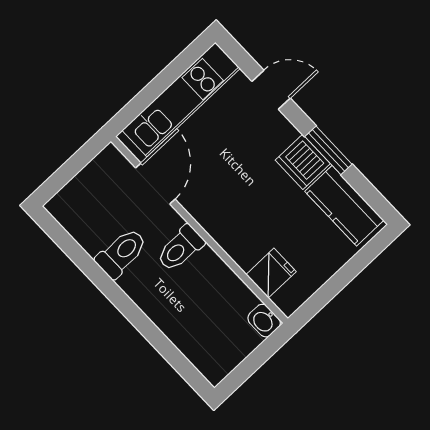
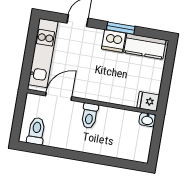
door: (155, 183) -> (59, 96), hinge flipped
toilet: (121, 253) -> (36, 131), moved
fridge: (271, 273) -> (148, 101), moved, turned -90

